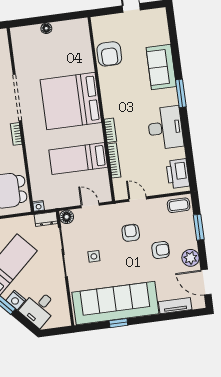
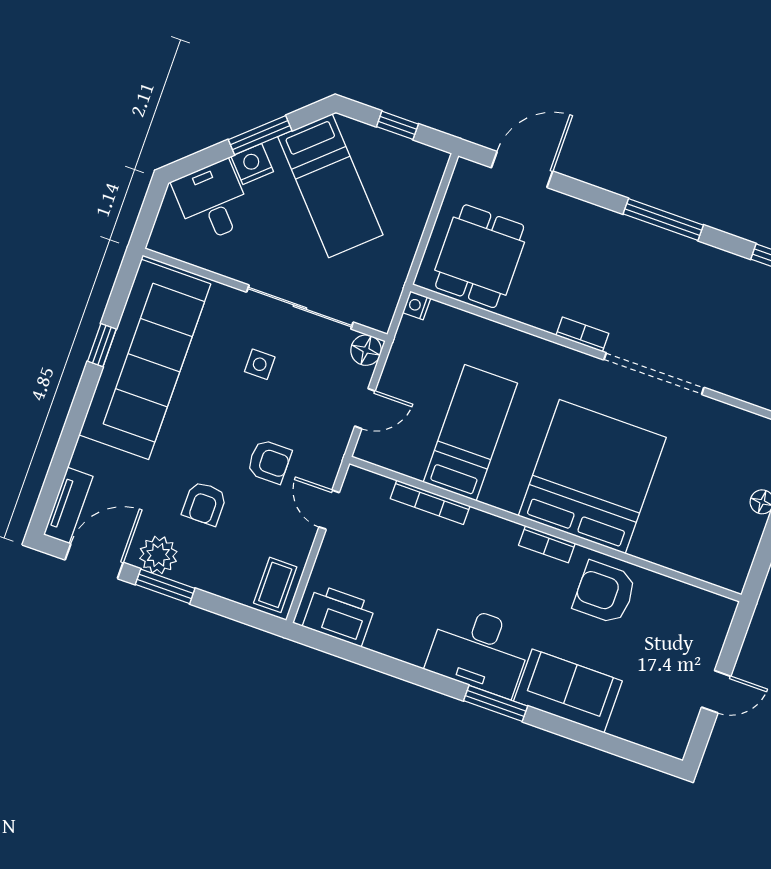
armchair: (109, 54) -> (605, 593), moved
desk: (165, 128) -> (479, 650), moved
bookcase: (110, 130) -> (547, 544), moved
door: (138, 199) -> (329, 510), swing flipped
dresser: (46, 219) -> (383, 307), removed
window: (199, 227) -> (165, 586), moved
tv unit: (175, 306) -> (68, 505), moved

